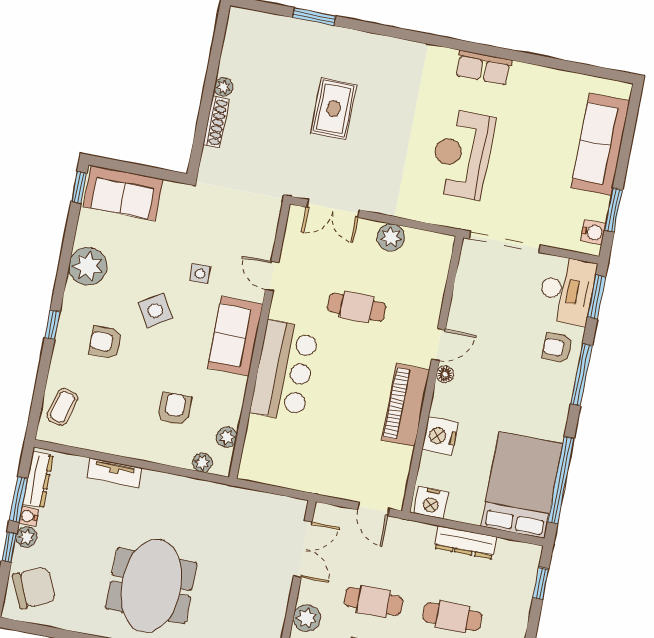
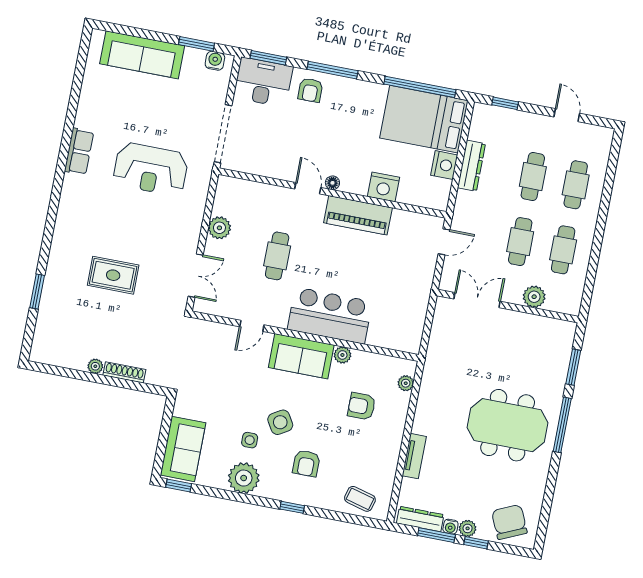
side table: (200, 273) -> (250, 440), moved
plant: (227, 437) -> (342, 355), moved
nightstand: (431, 503) -> (444, 165), moved

